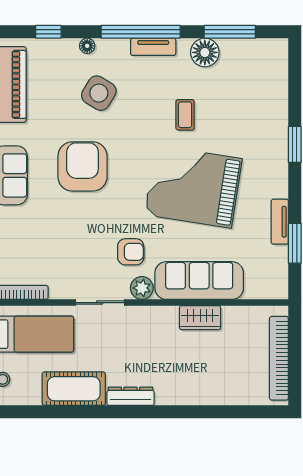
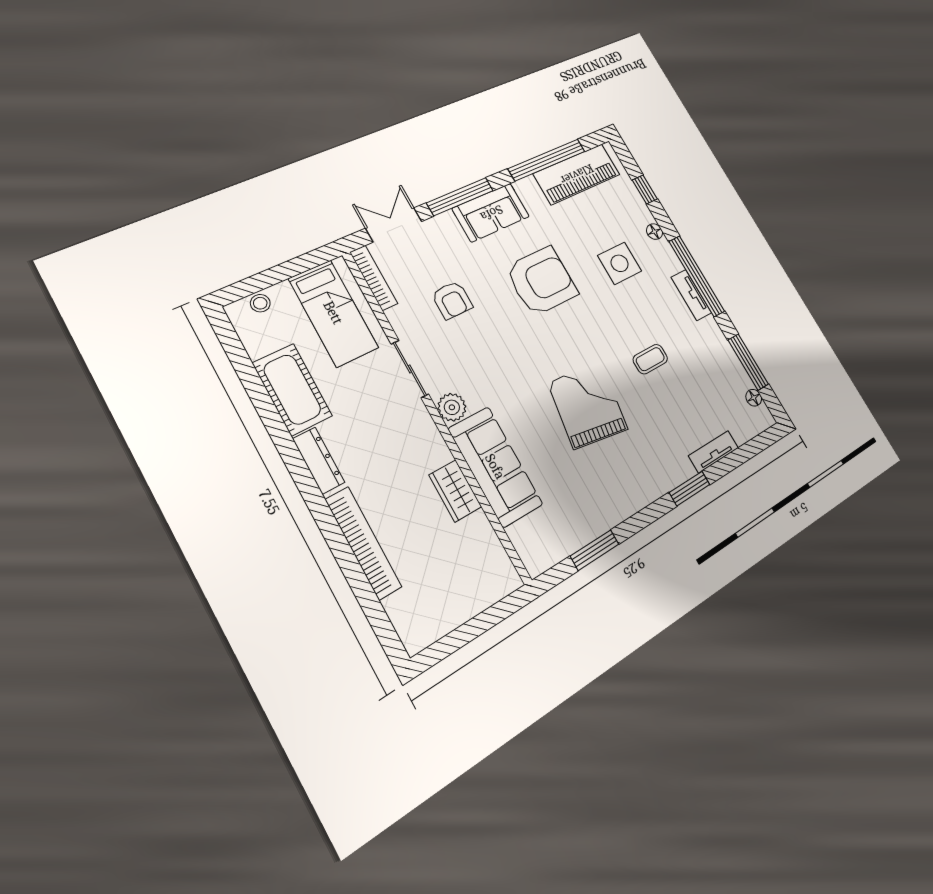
floor lamp: (205, 52) -> (754, 398), moved, width x0.53, depth x0.53
side table: (99, 93) -> (620, 263), turned -31
grand piano: (193, 187) -> (588, 406), width x0.73, depth x0.68
tv unit: (280, 222) -> (713, 452), moved
armchair: (131, 252) -> (452, 300), moved
bookcase: (279, 358) -> (363, 543), moved, turned 90

